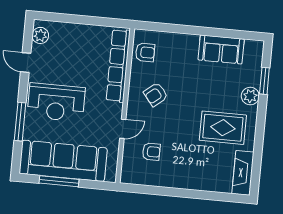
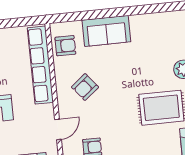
sofa: (221, 49) -> (106, 31), moved

